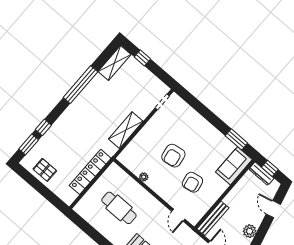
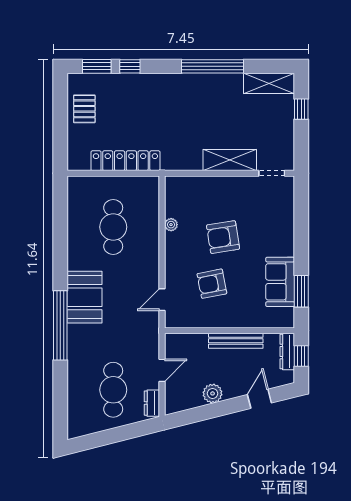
shelving: (126, 130) -> (230, 160), moved
sofa: (234, 166) -> (280, 282), moved, turned -90
bench: (213, 218) -> (236, 341), moved

